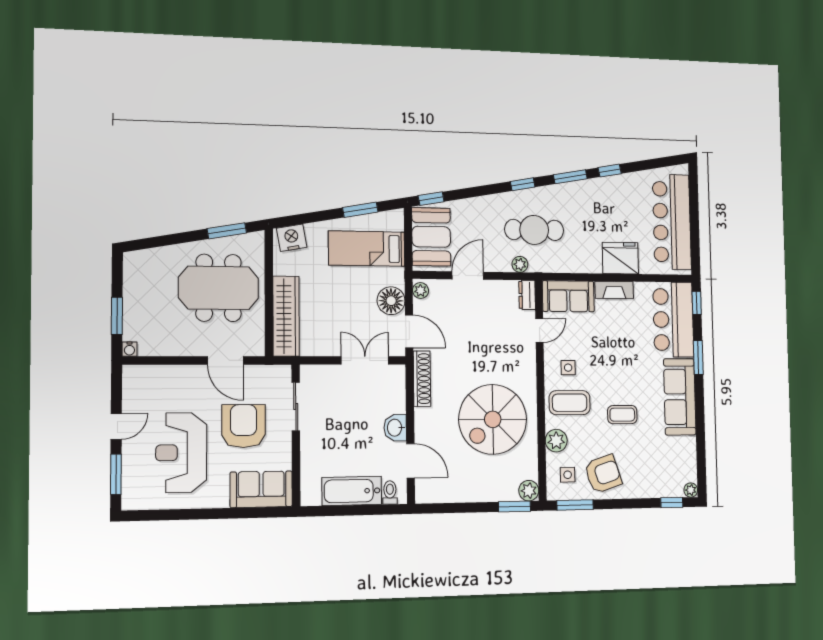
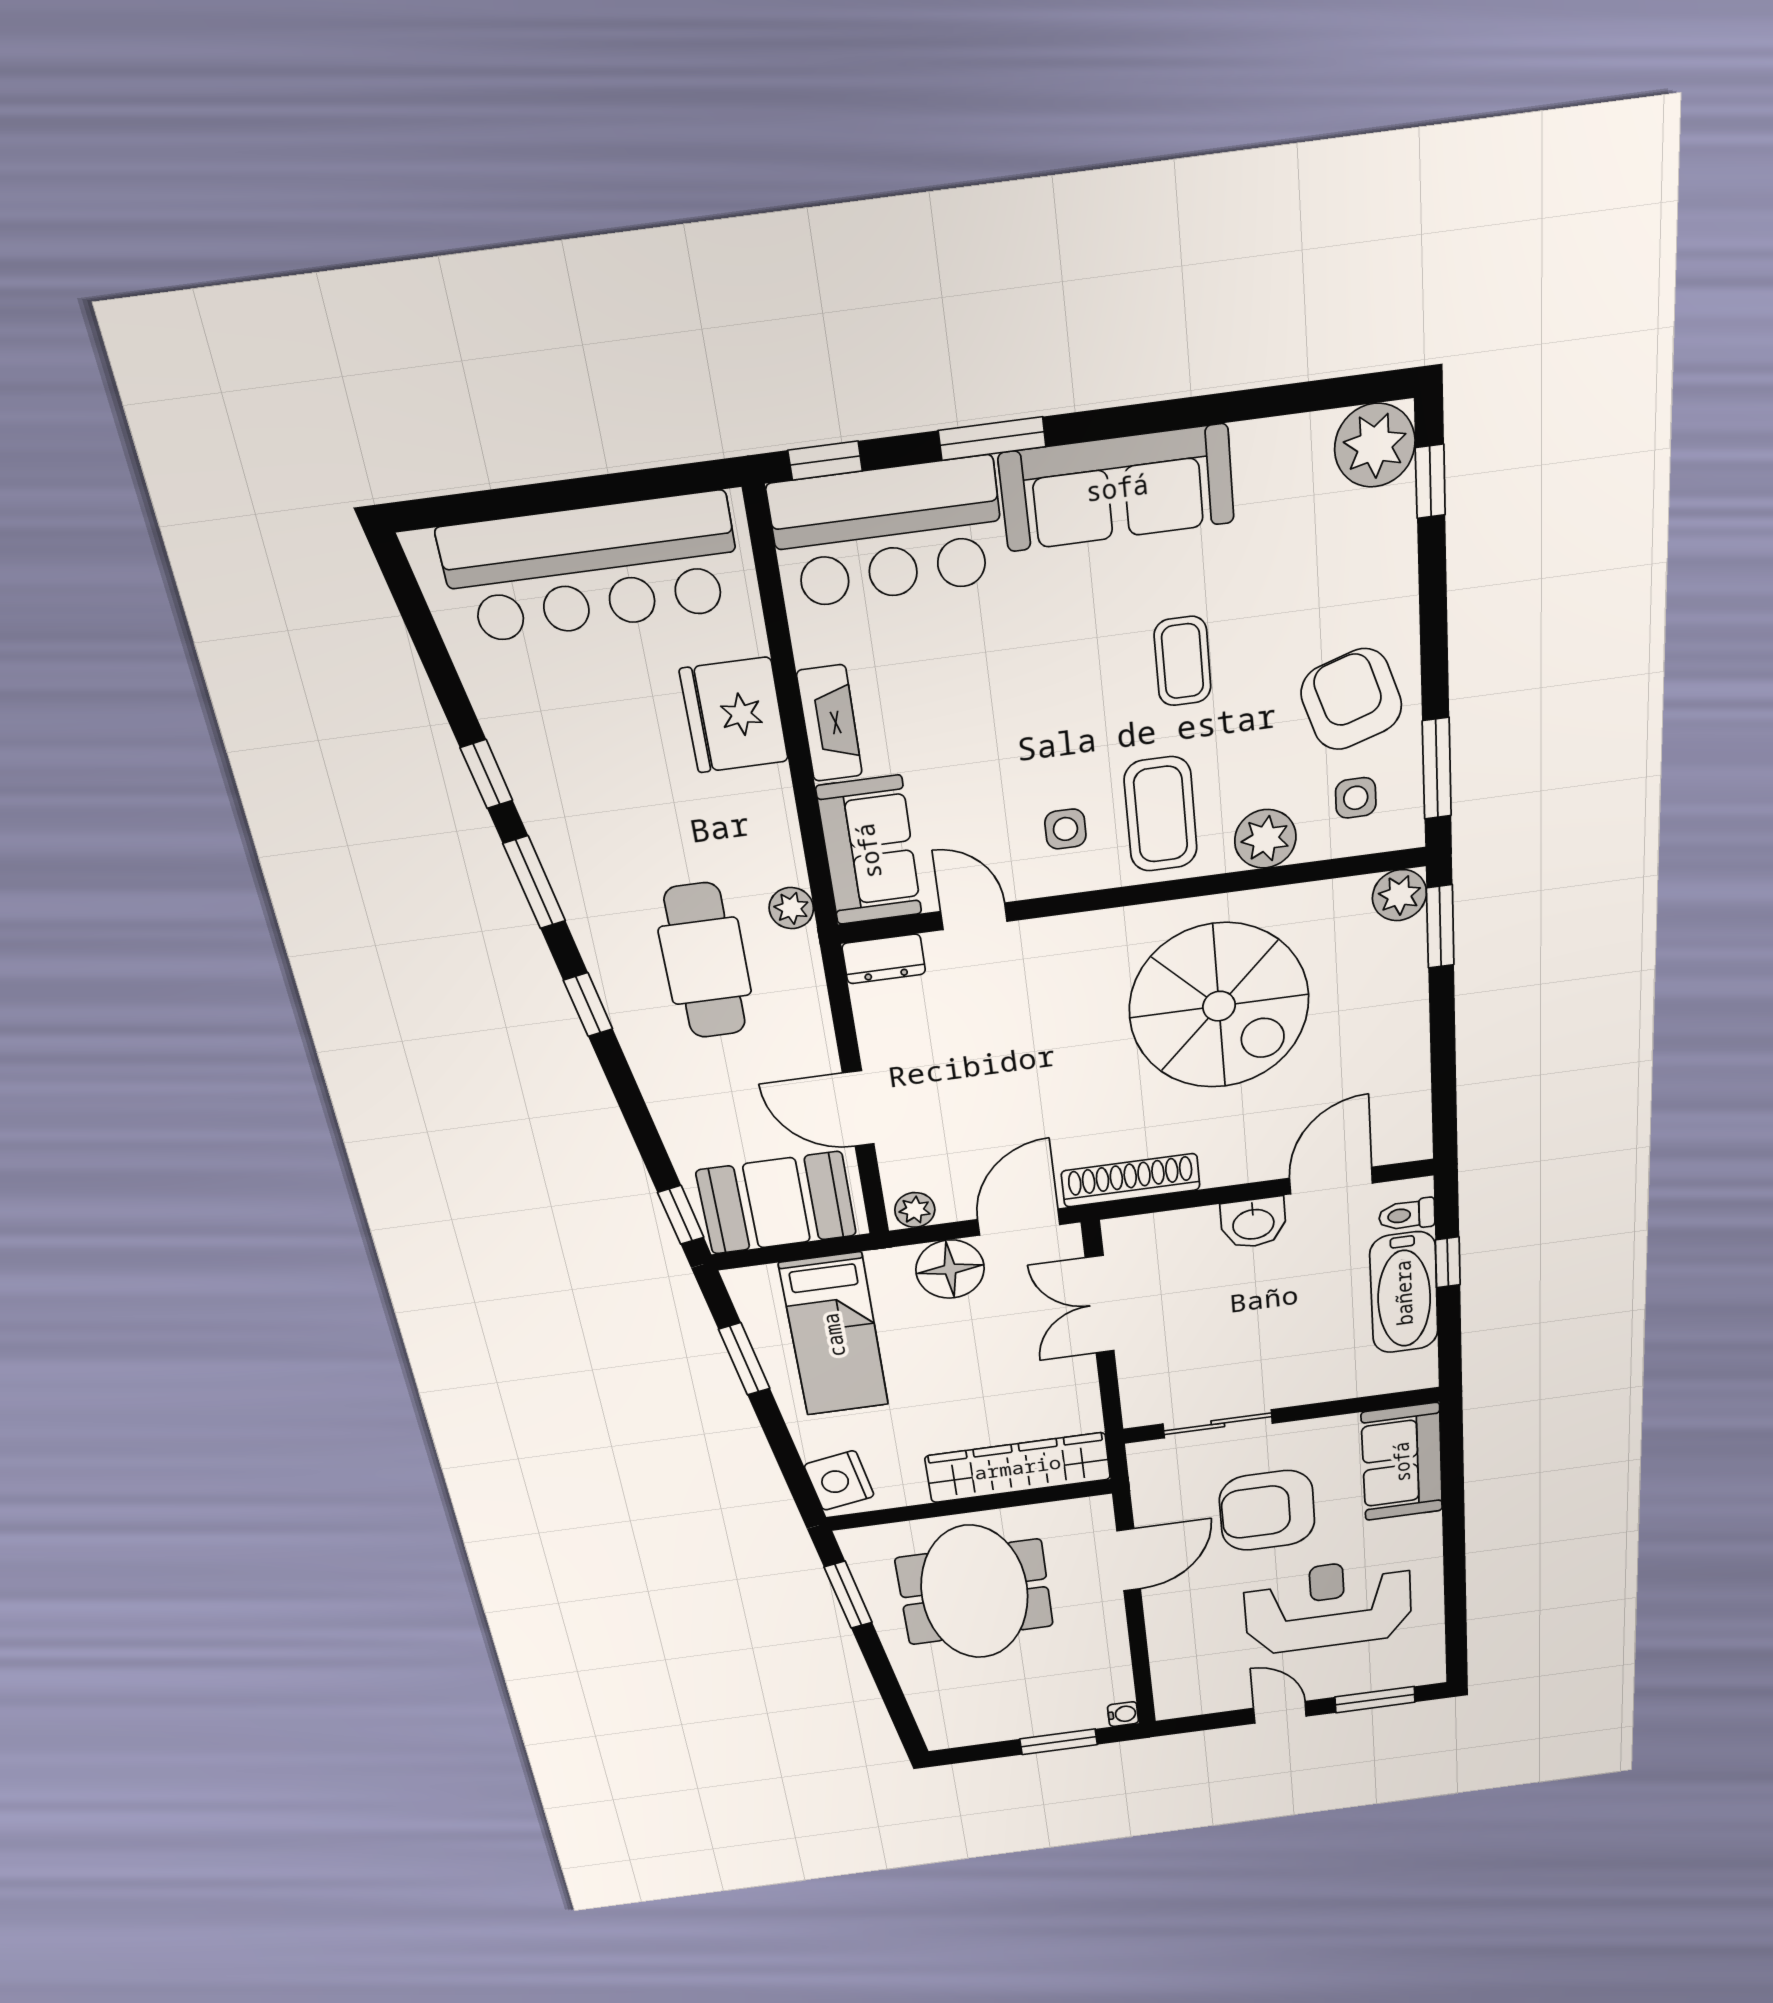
plant: (520, 264) -> (791, 908), moved
reception desk: (181, 453) -> (1328, 1606), turned 180
plant: (691, 490) -> (1375, 445), width x1.88, depth x1.88
window: (364, 510) -> (1448, 1262), added

